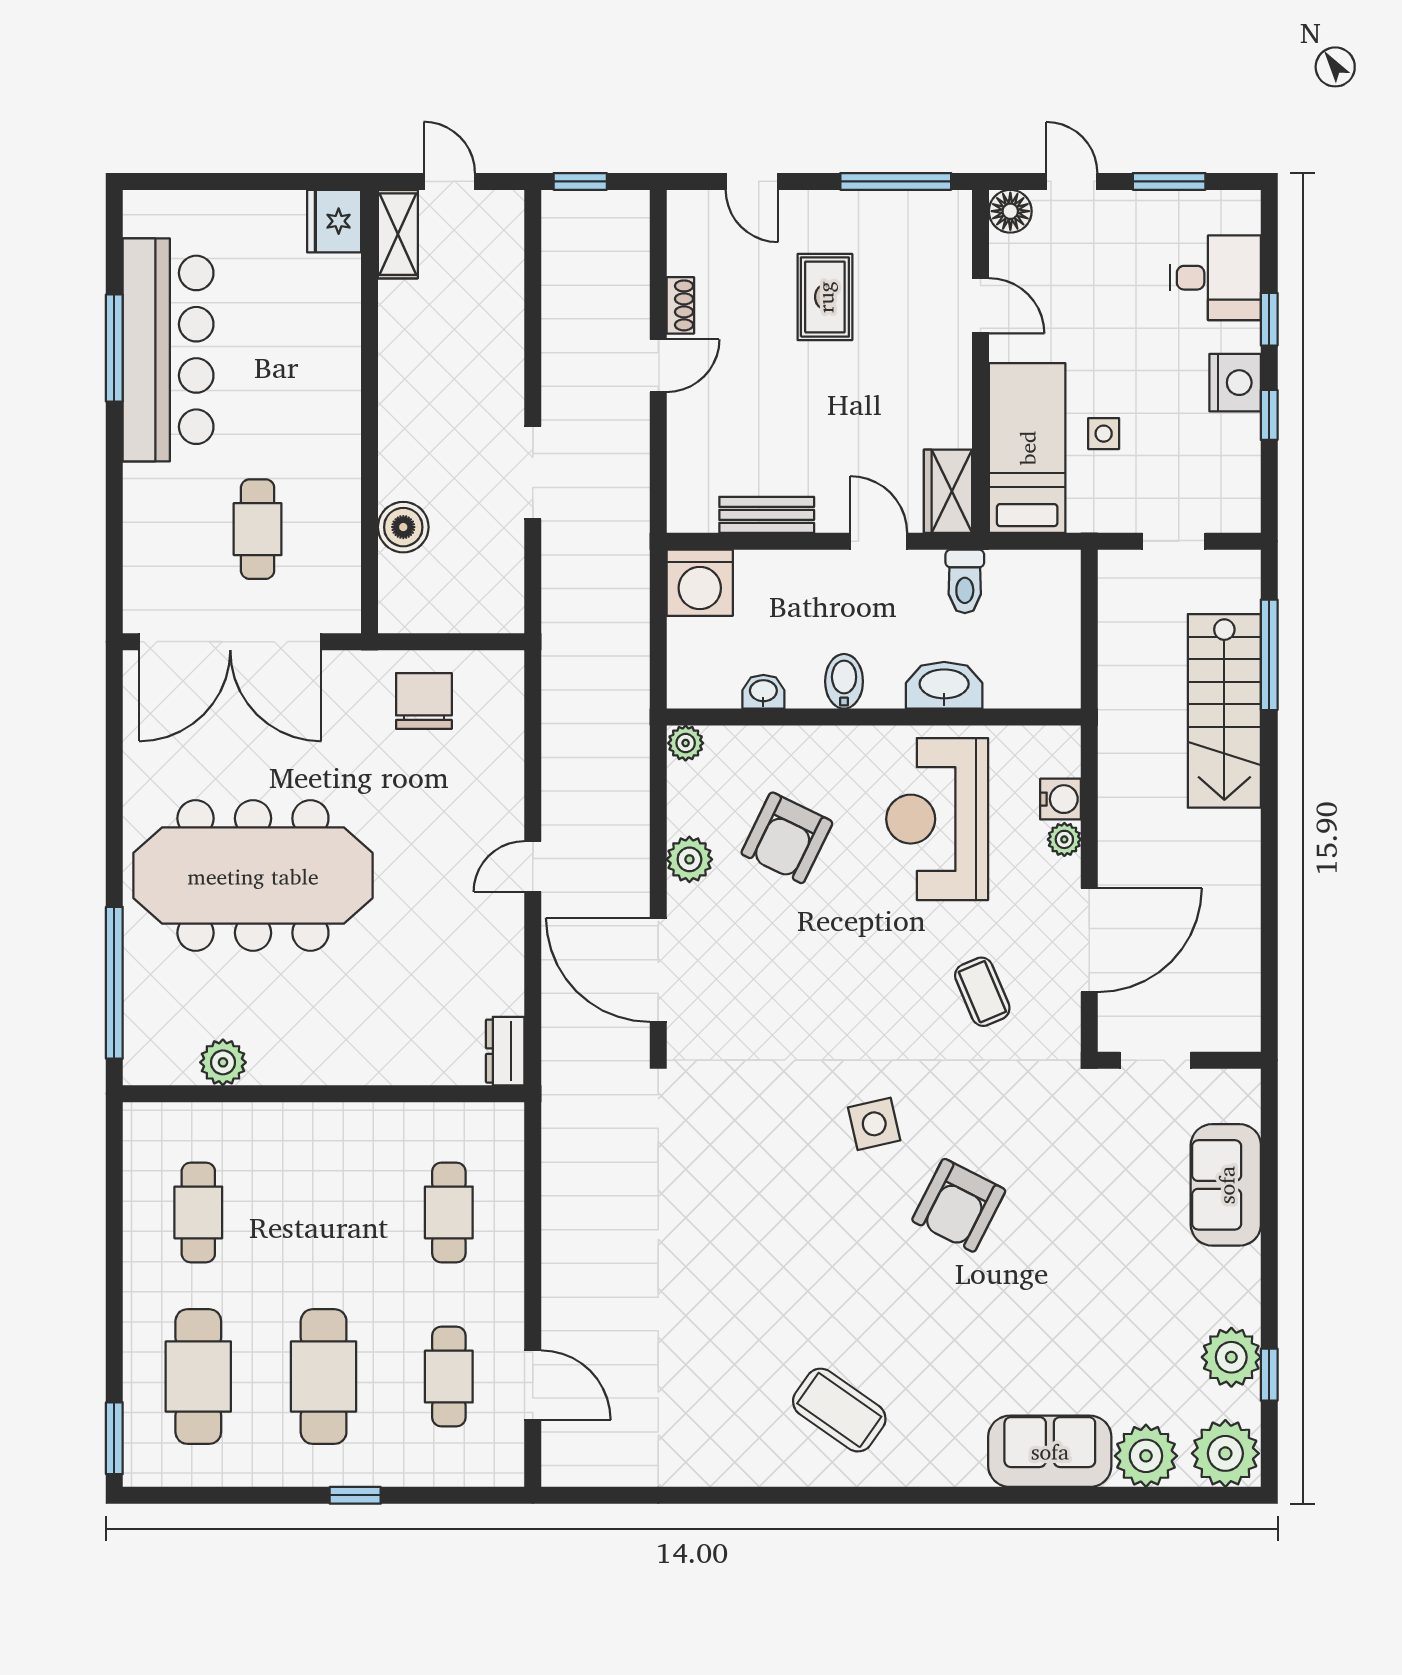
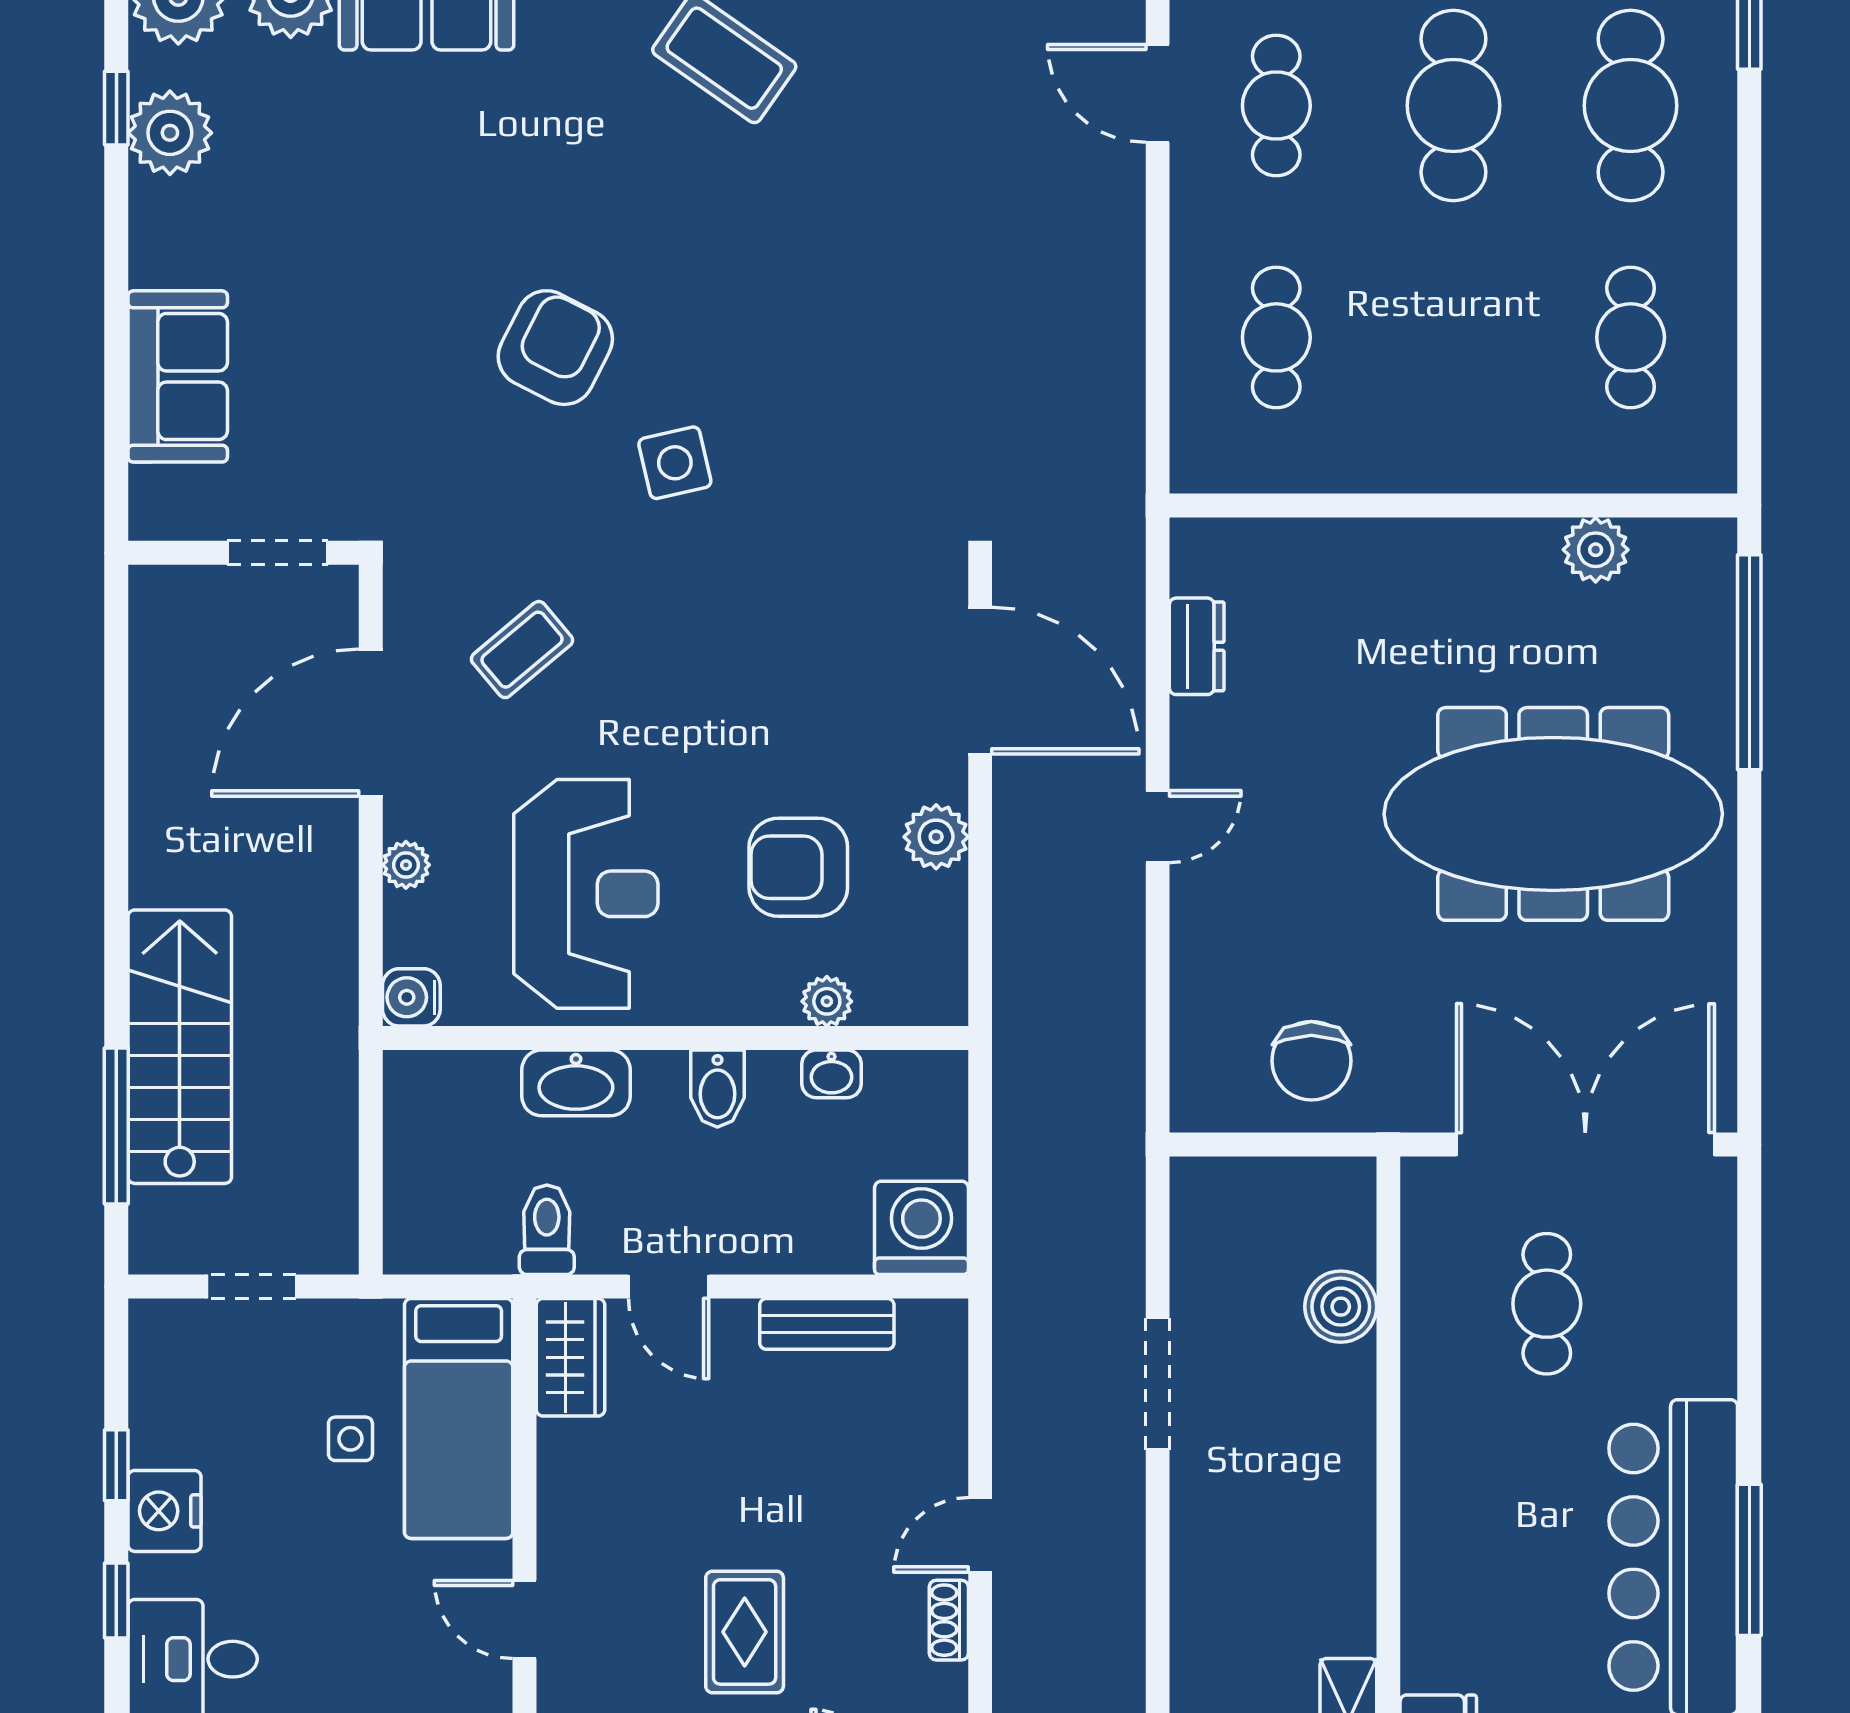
plant: (686, 743) -> (827, 1001), moved
water cooler: (1061, 799) -> (411, 997), moved
armchair: (787, 838) -> (798, 867), turned -116
coffee table: (982, 992) -> (522, 650), turned 73
dresser: (505, 1051) -> (1197, 646), moved

